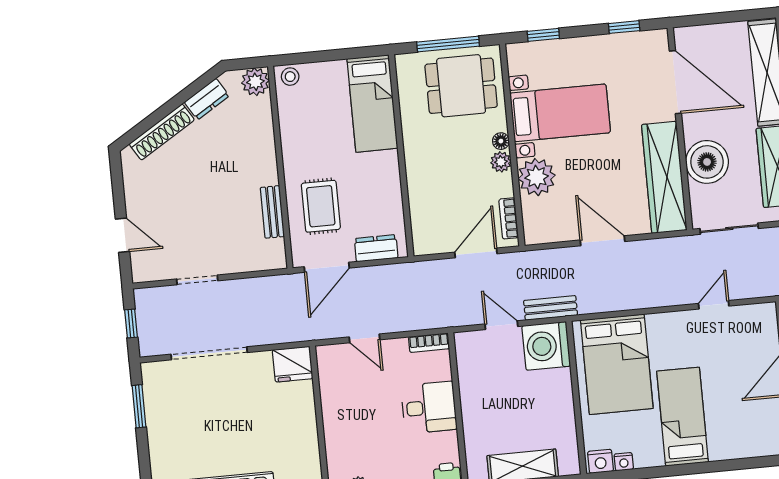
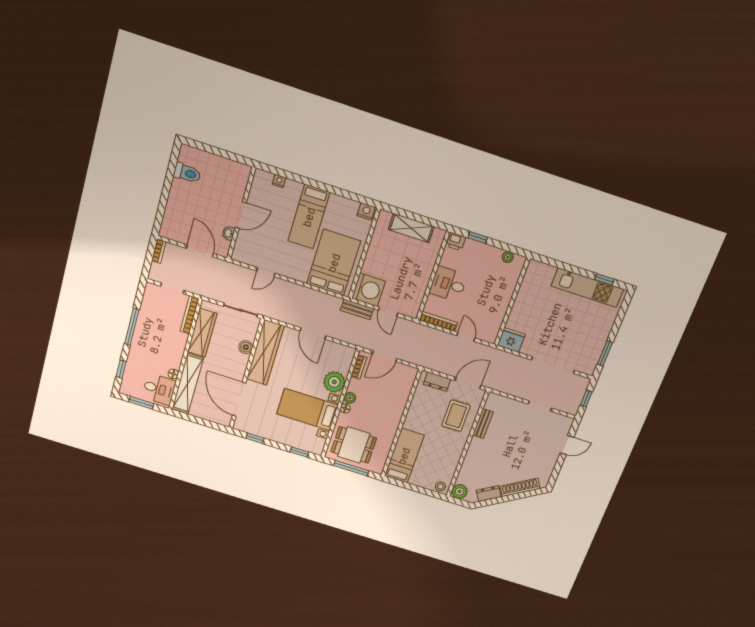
boiler: (707, 162) -> (246, 347), width x0.54, depth x0.54
door: (123, 235) -> (567, 445), swing flipped
bookcase: (429, 343) -> (438, 321), width x1.56
nightstand: (624, 462) -> (279, 181), moved

